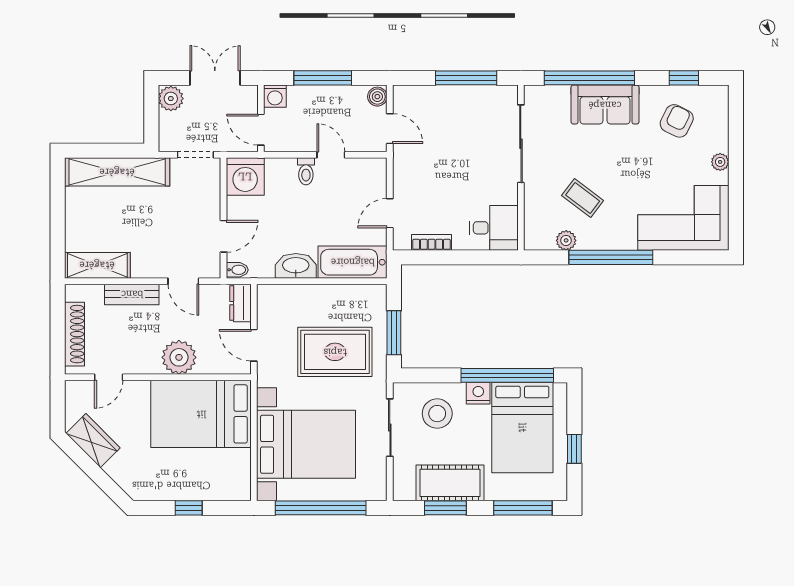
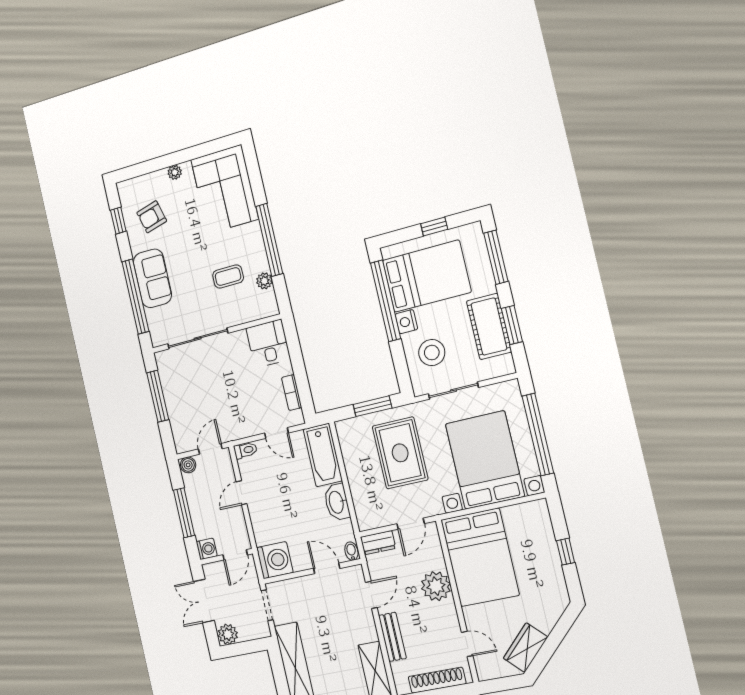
armchair: (677, 121) -> (152, 217), turned -41
toilet: (306, 171) -> (245, 450), moved
coffee table: (583, 198) -> (228, 277), turned 53

